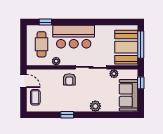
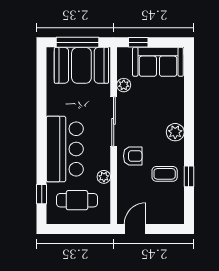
coffee table: (35, 97) -> (165, 174), moved
plant: (95, 106) -> (175, 132), moved
window: (67, 115) -> (189, 176), moved

